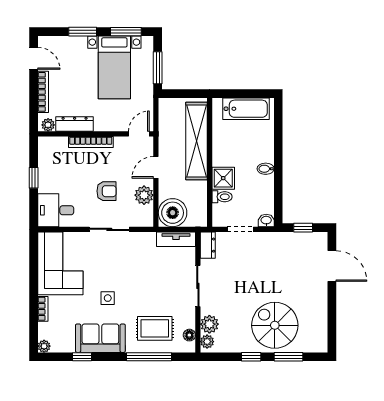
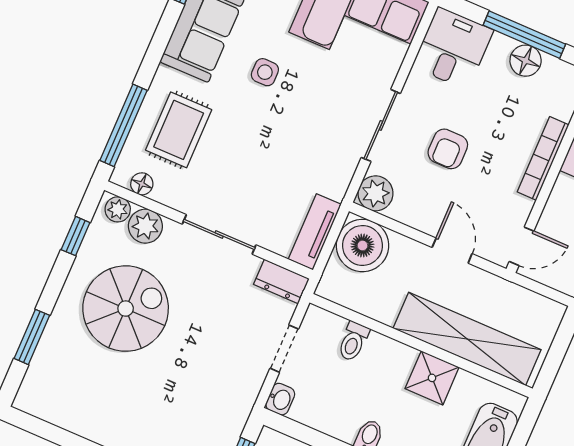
door: (139, 134) -> (522, 246), hinge flipped
floor lamp: (46, 172) -> (526, 61), added
window: (34, 178) -> (524, 35), width x2.17
shower: (223, 178) -> (432, 378), moved
plant: (144, 195) -> (376, 193), moved
spiral stairs: (275, 325) -> (126, 309), moved
window: (149, 357) -> (123, 125), moved
window: (251, 357) -> (76, 236), moved

